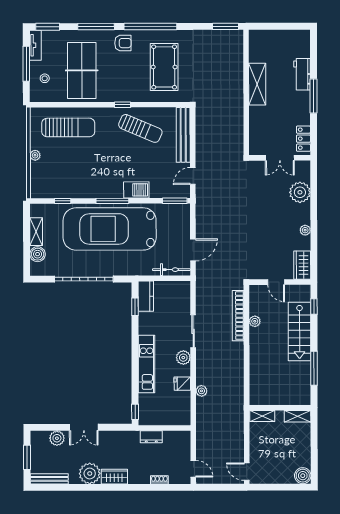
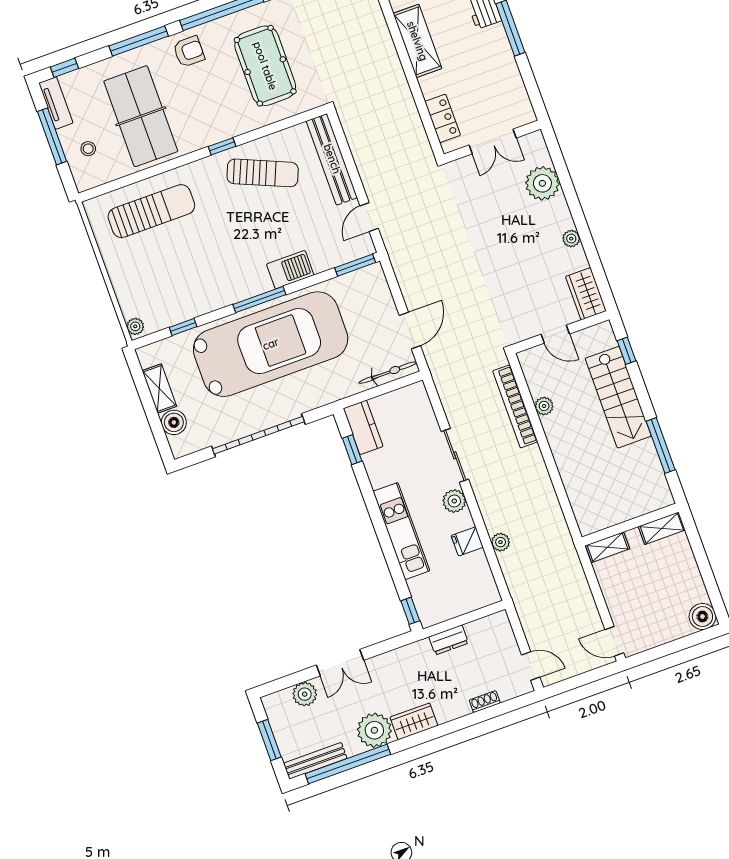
window: (48, 27) -> (64, 68), width x0.67
locker: (303, 139) -> (443, 118), moved, turned 180
plant: (35, 155) -> (135, 326), moved
car: (110, 229) -> (271, 344), turned 180
window: (67, 488) -> (348, 764), added

